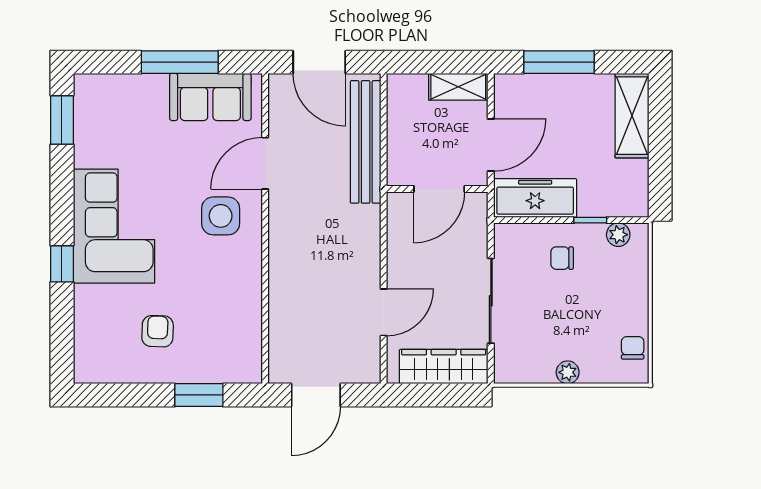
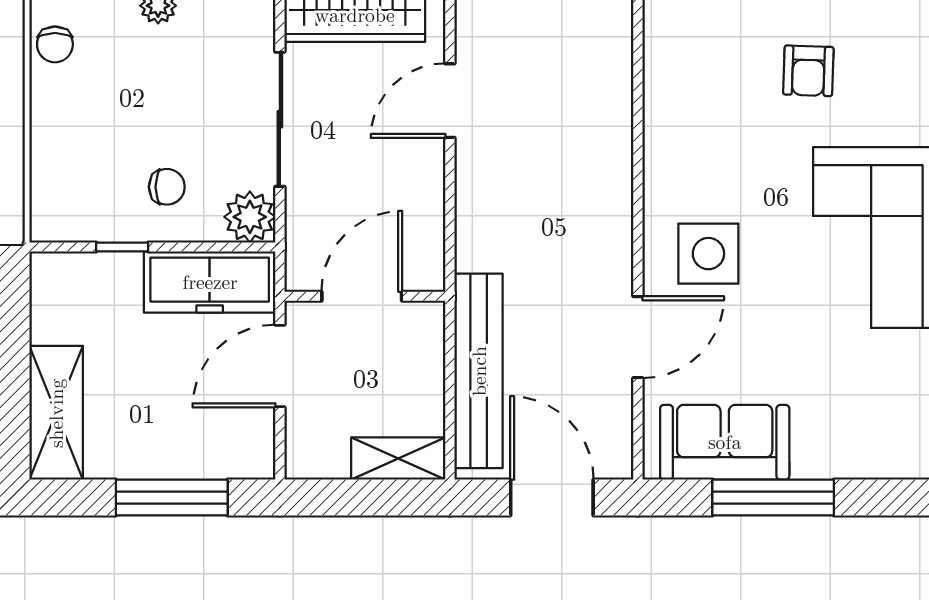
shelving: (458, 87) -> (398, 458), moved
plant: (618, 235) -> (250, 217), moved, width x1.38, depth x1.38

